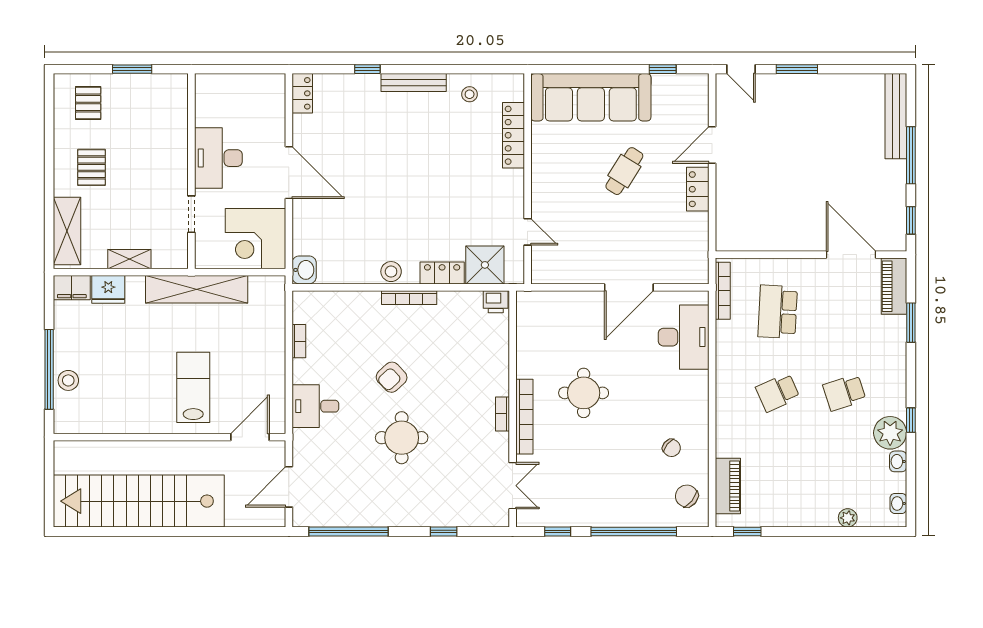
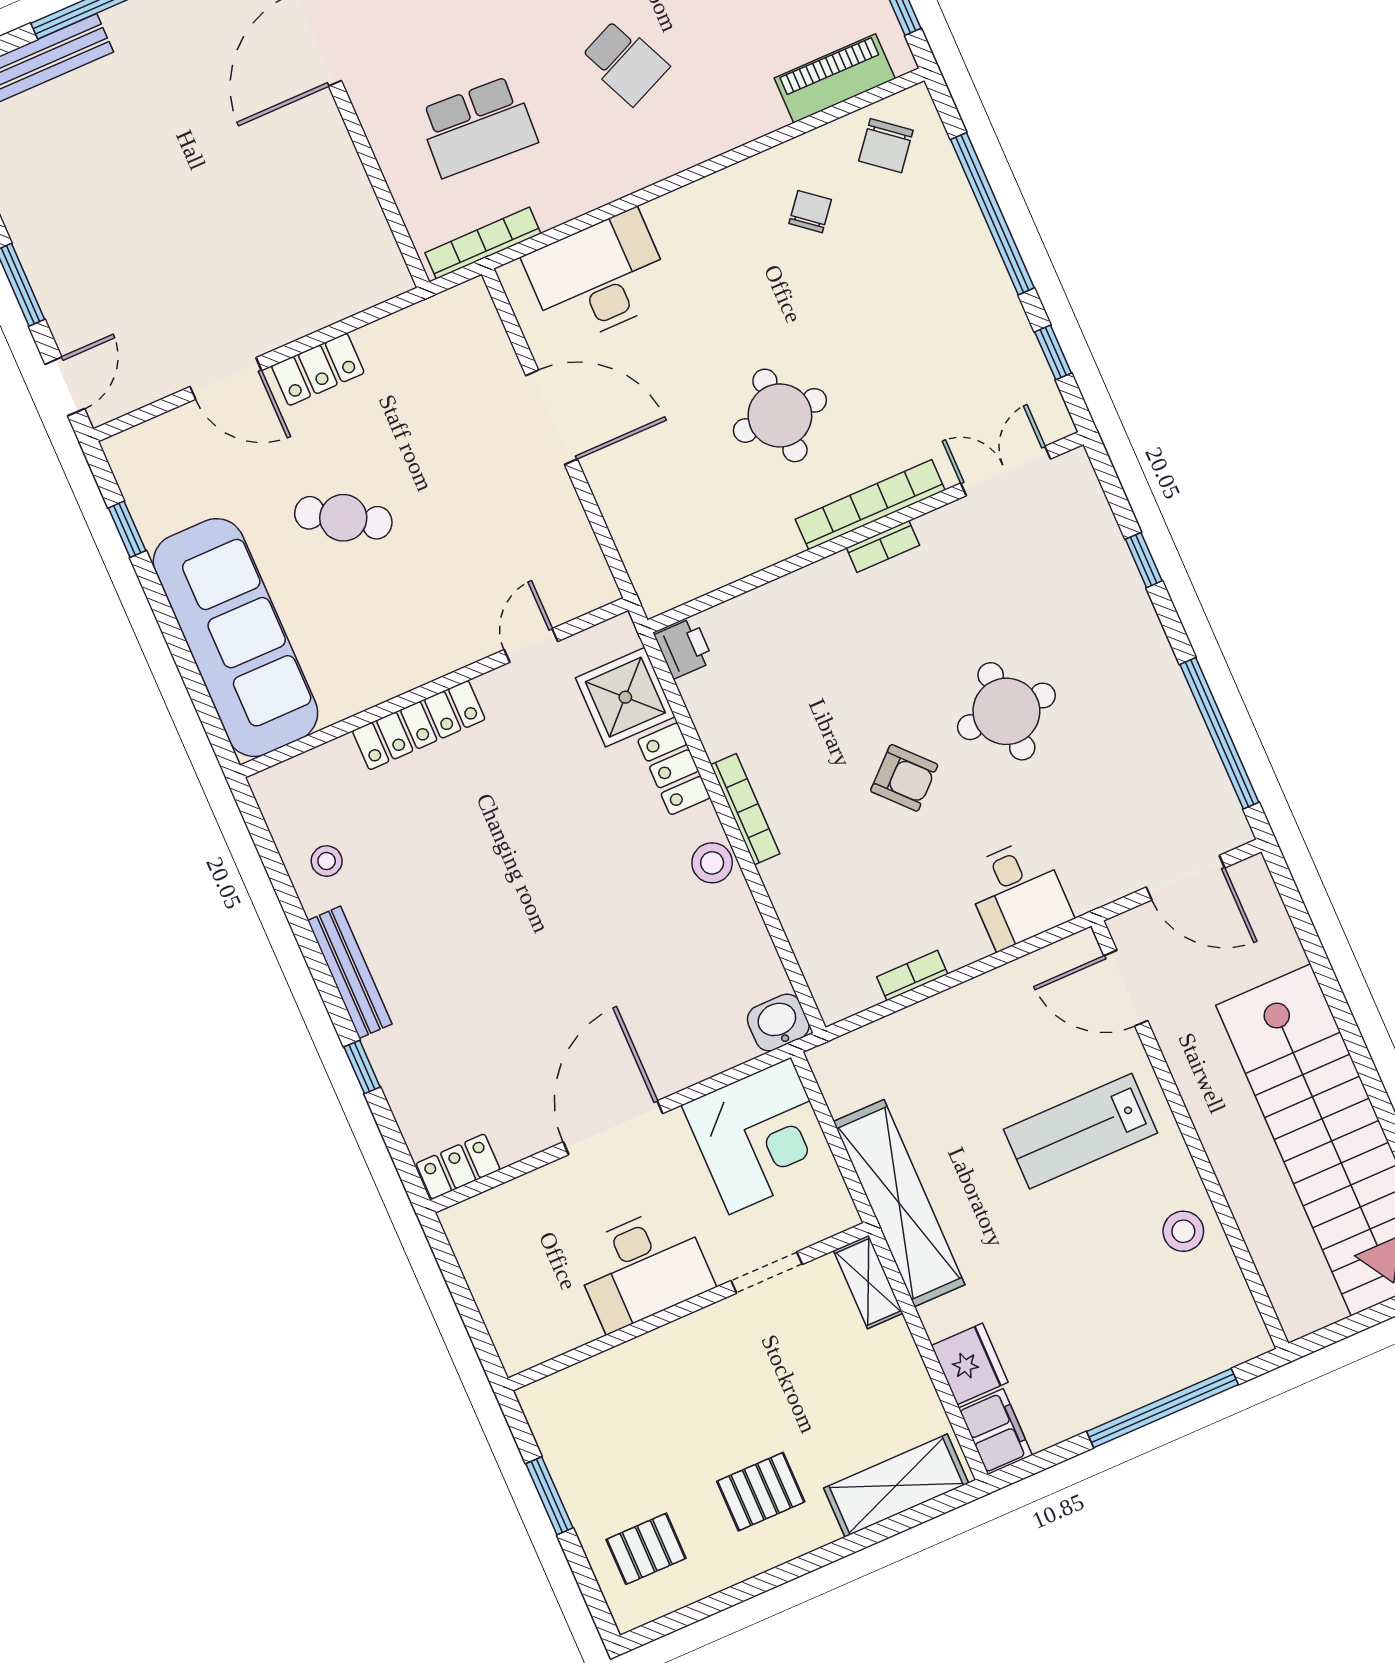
locker: (514, 135) -> (419, 725), moved
shelving: (129, 259) -> (868, 1282), moved
stool: (68, 380) -> (1183, 1231), moved

